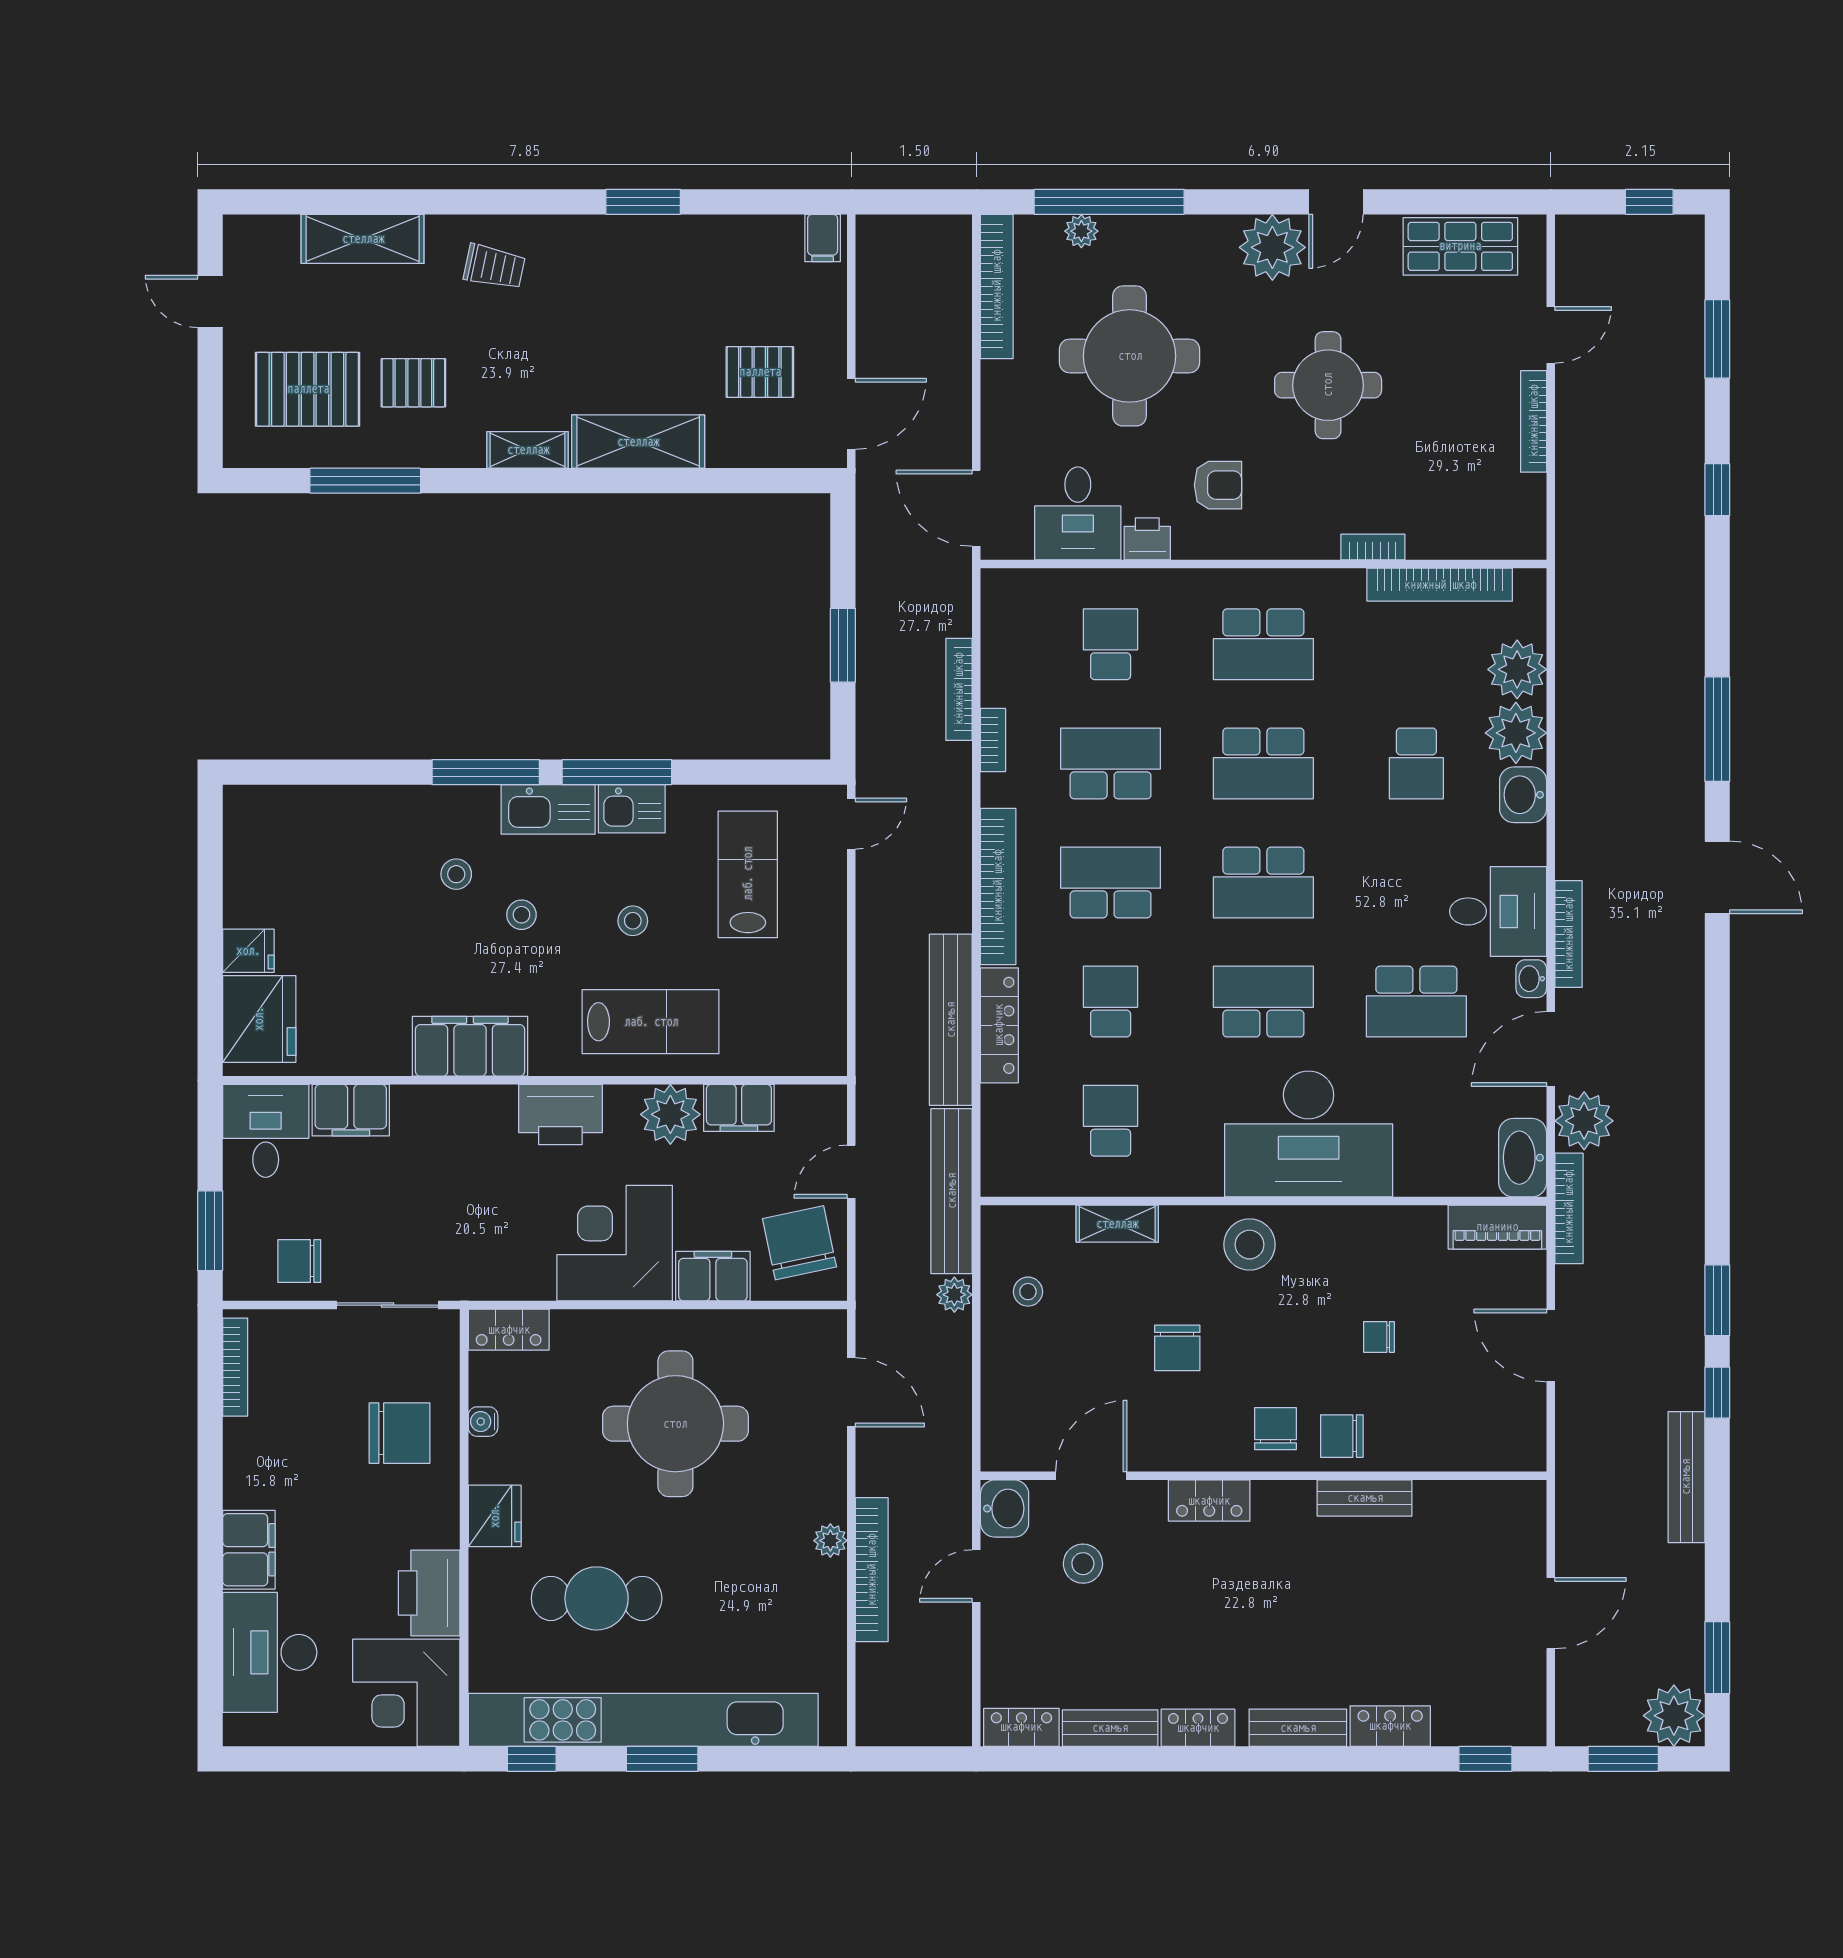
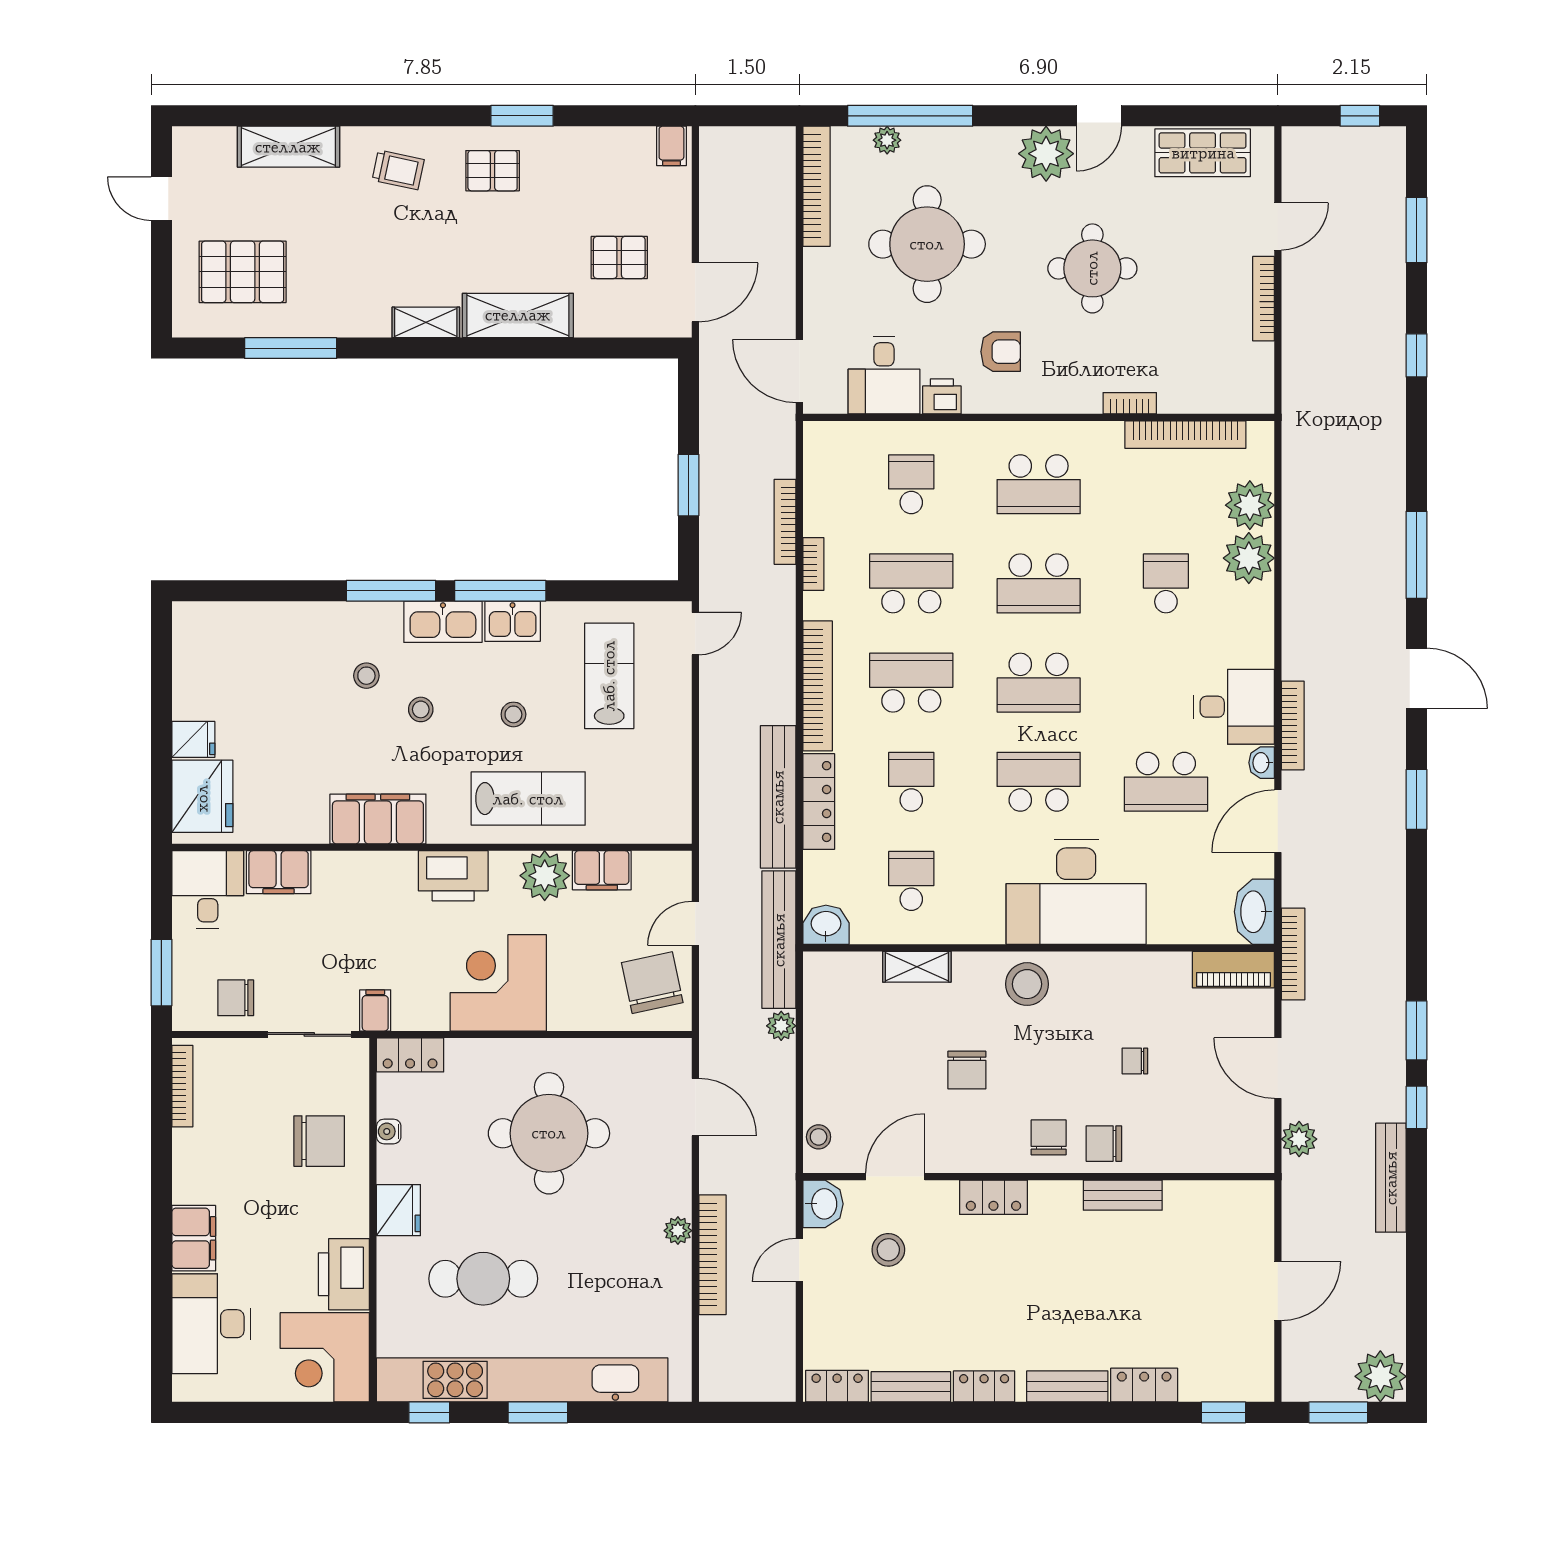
pallet: (413, 383) -> (493, 171), moved
school desk: (1416, 763) -> (1166, 583), turned 180
washbasin: (1523, 795) -> (826, 925), moved, turned 90
plant: (1584, 1121) -> (1299, 1139), moved, width x0.73, depth x0.73
filing cabinet: (713, 1276) -> (375, 1010), moved, width x0.50
stool: (1028, 1292) -> (819, 1137), moved
window: (1717, 1658) -> (1416, 799), moved

